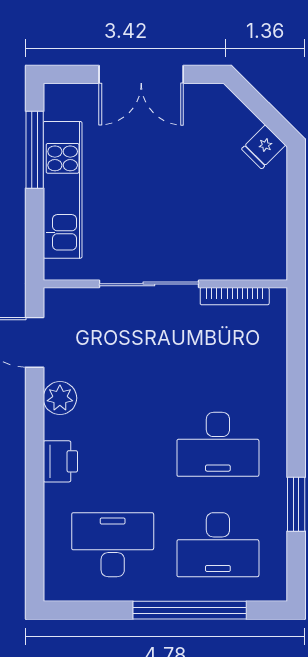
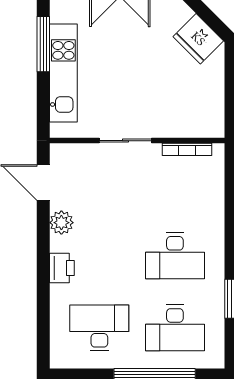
fridge: (263, 147) -> (198, 39), width x1.88, depth x1.34
sliding door: (149, 284) -> (125, 141), width x0.73

